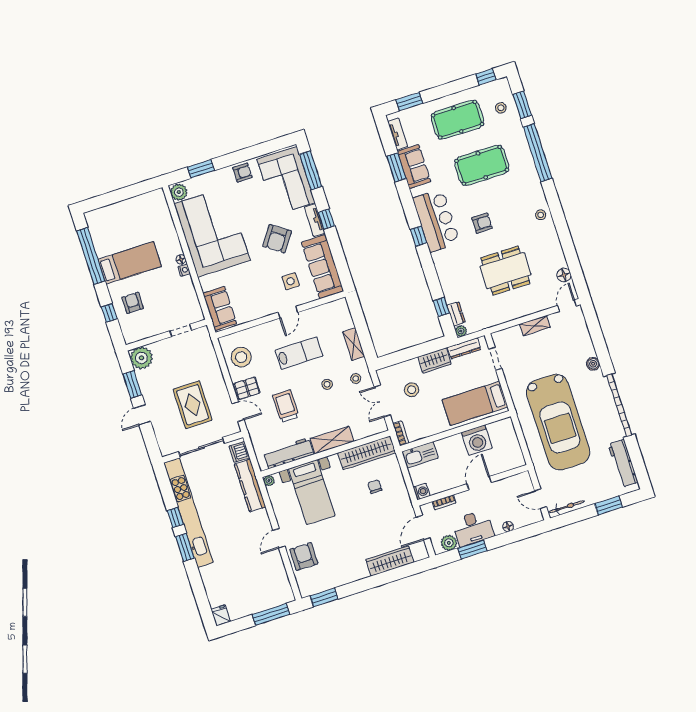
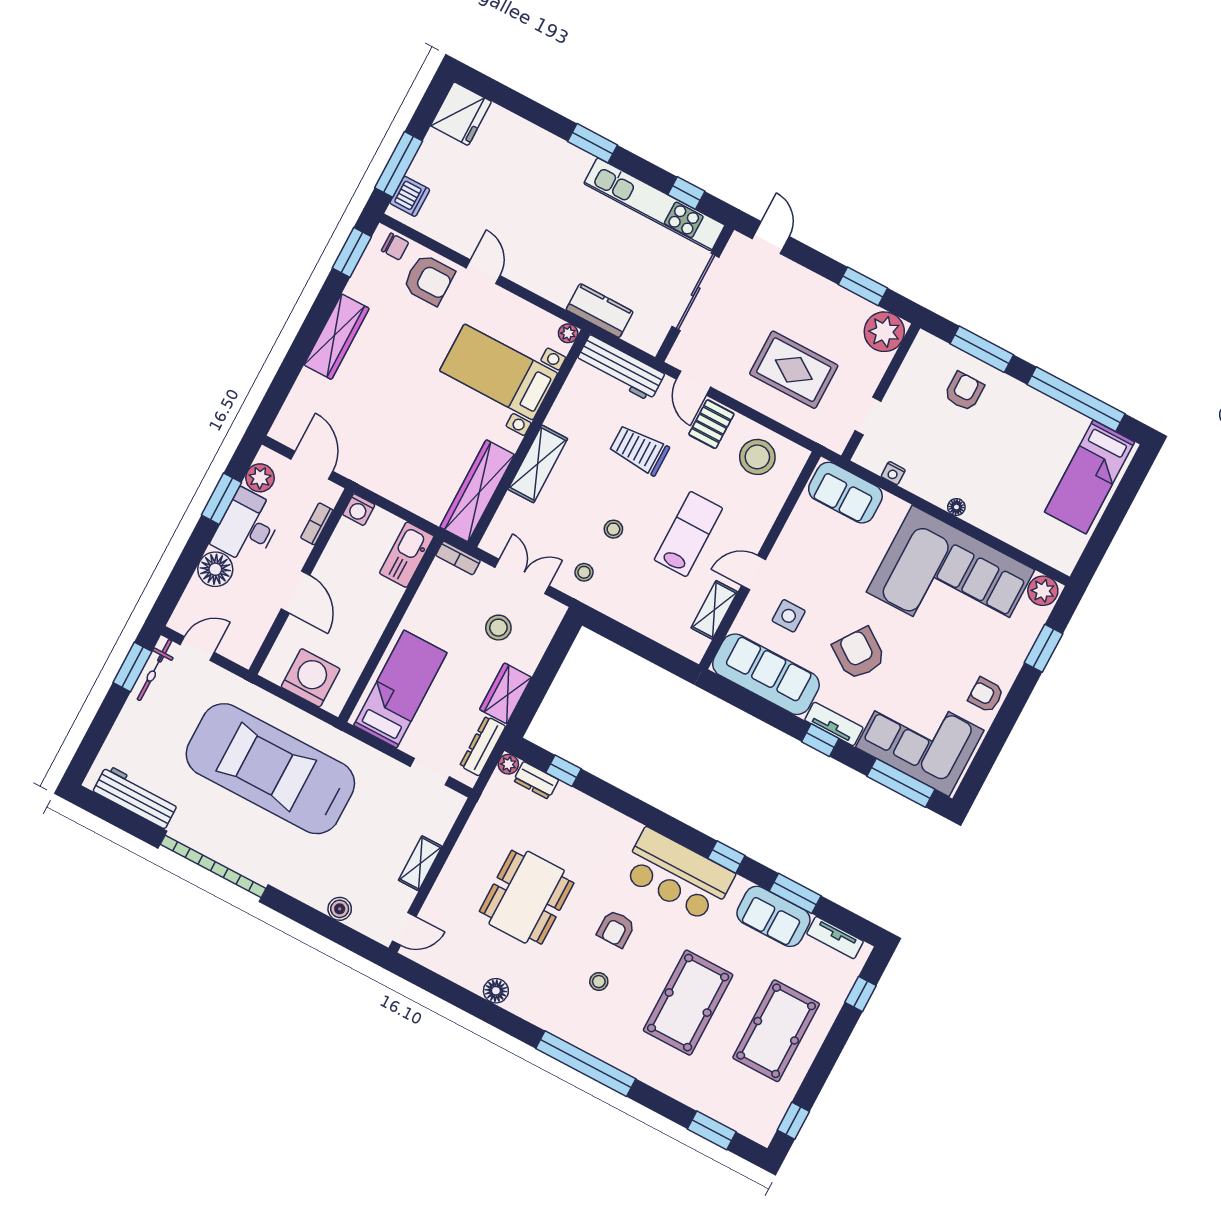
window: (409, 102) -> (860, 994), width x0.67
stool: (501, 108) -> (735, 1100), removed
window: (538, 153) -> (586, 1064), moved
armchair: (242, 173) -> (986, 695), turned 90
stool: (541, 215) -> (599, 982), moved
window: (418, 236) -> (726, 857), moved
bed: (130, 263) -> (1090, 477), moved
nightstand: (184, 270) -> (893, 473), moved
floor lamp: (564, 275) -> (496, 991), moved
armchair: (133, 303) -> (964, 391), turned -90
door: (567, 306) -> (404, 929), hinge flipped
door: (288, 312) -> (754, 573), hinge flipped
window: (109, 313) -> (982, 349), width x2.17
shelving: (354, 344) -> (714, 610), moved, turned 90
lab bench: (299, 353) -> (688, 534), turned 180
boiler: (593, 364) -> (340, 909), moved
rug: (193, 405) -> (794, 370), moved
trolley: (286, 406) -> (639, 450), turned 180
door: (238, 412) -> (693, 383), hinge flipped
door: (142, 415) -> (771, 238), moved
washing machine: (477, 440) -> (311, 678), moved, turned 90
dishwasher: (239, 452) -> (410, 196), moved, turned 90
workbench: (289, 453) -> (620, 368), moved, turned 90
kitchen counter: (250, 485) -> (600, 311), width x0.67
chair: (375, 487) -> (395, 247), moved
window: (609, 505) -> (132, 667), moved
kitchen unit: (188, 513) -> (654, 204), width x0.73
window: (175, 517) -> (686, 193), moved
floor lamp: (508, 527) -> (215, 569), width x1.89, depth x1.89
wardrobe: (390, 561) -> (337, 337), moved
fridge: (221, 615) -> (461, 114), width x1.88, depth x1.34

